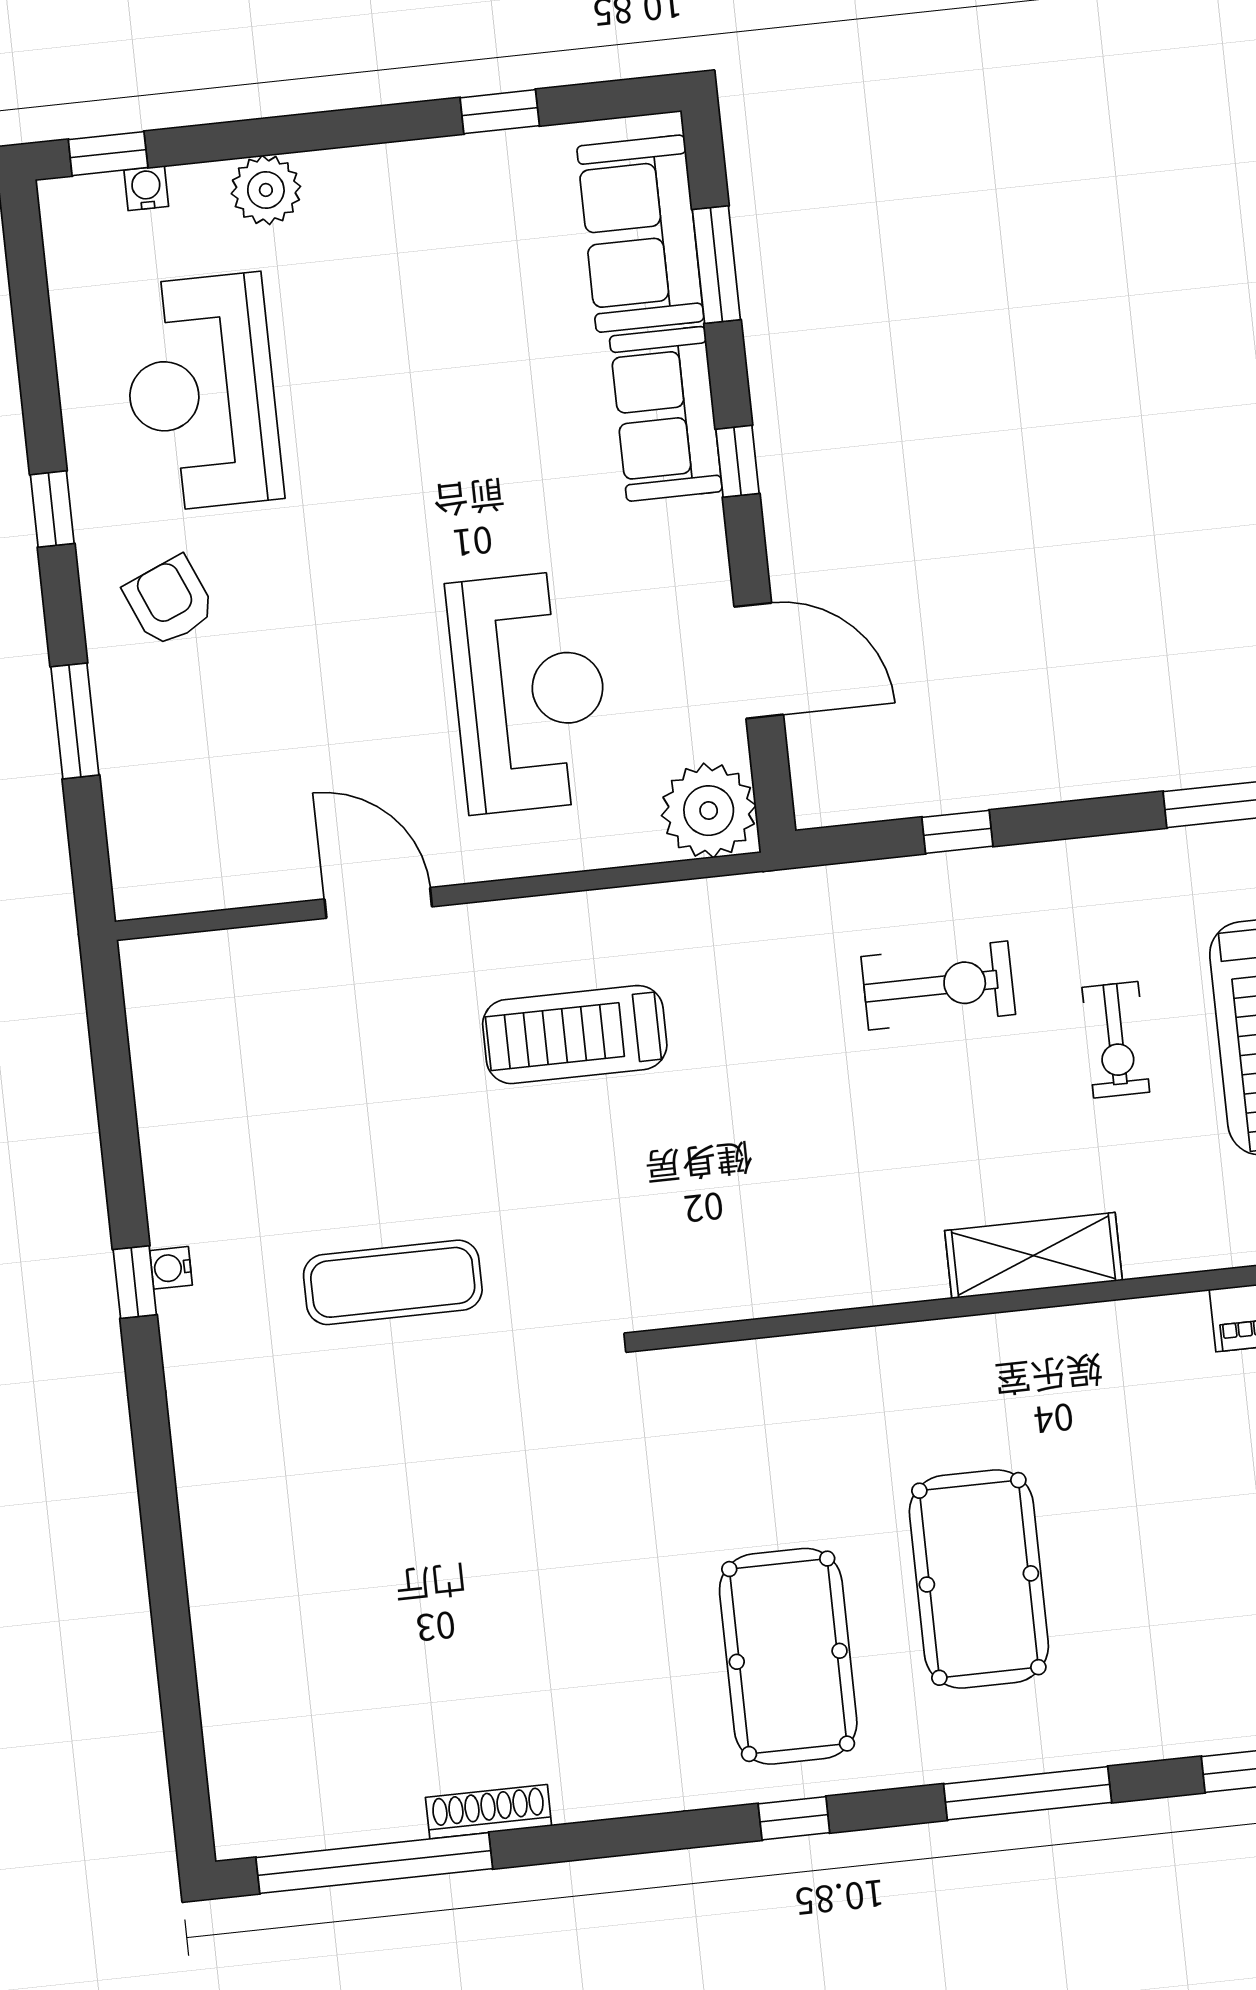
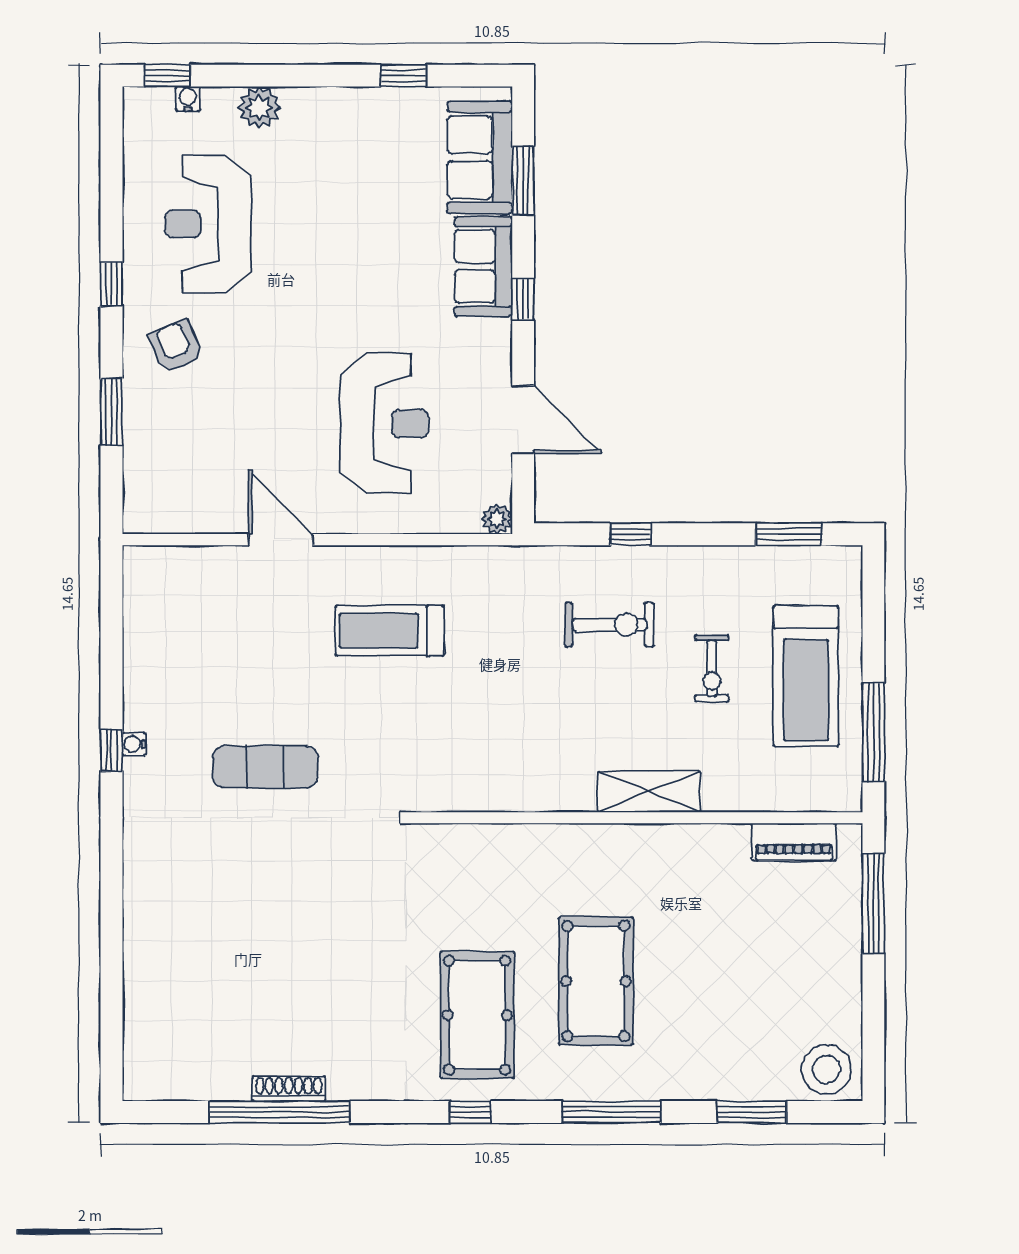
plant: (709, 811) -> (497, 519), width x0.53, depth x0.53
window: (374, 1863) -> (280, 1112), moved

